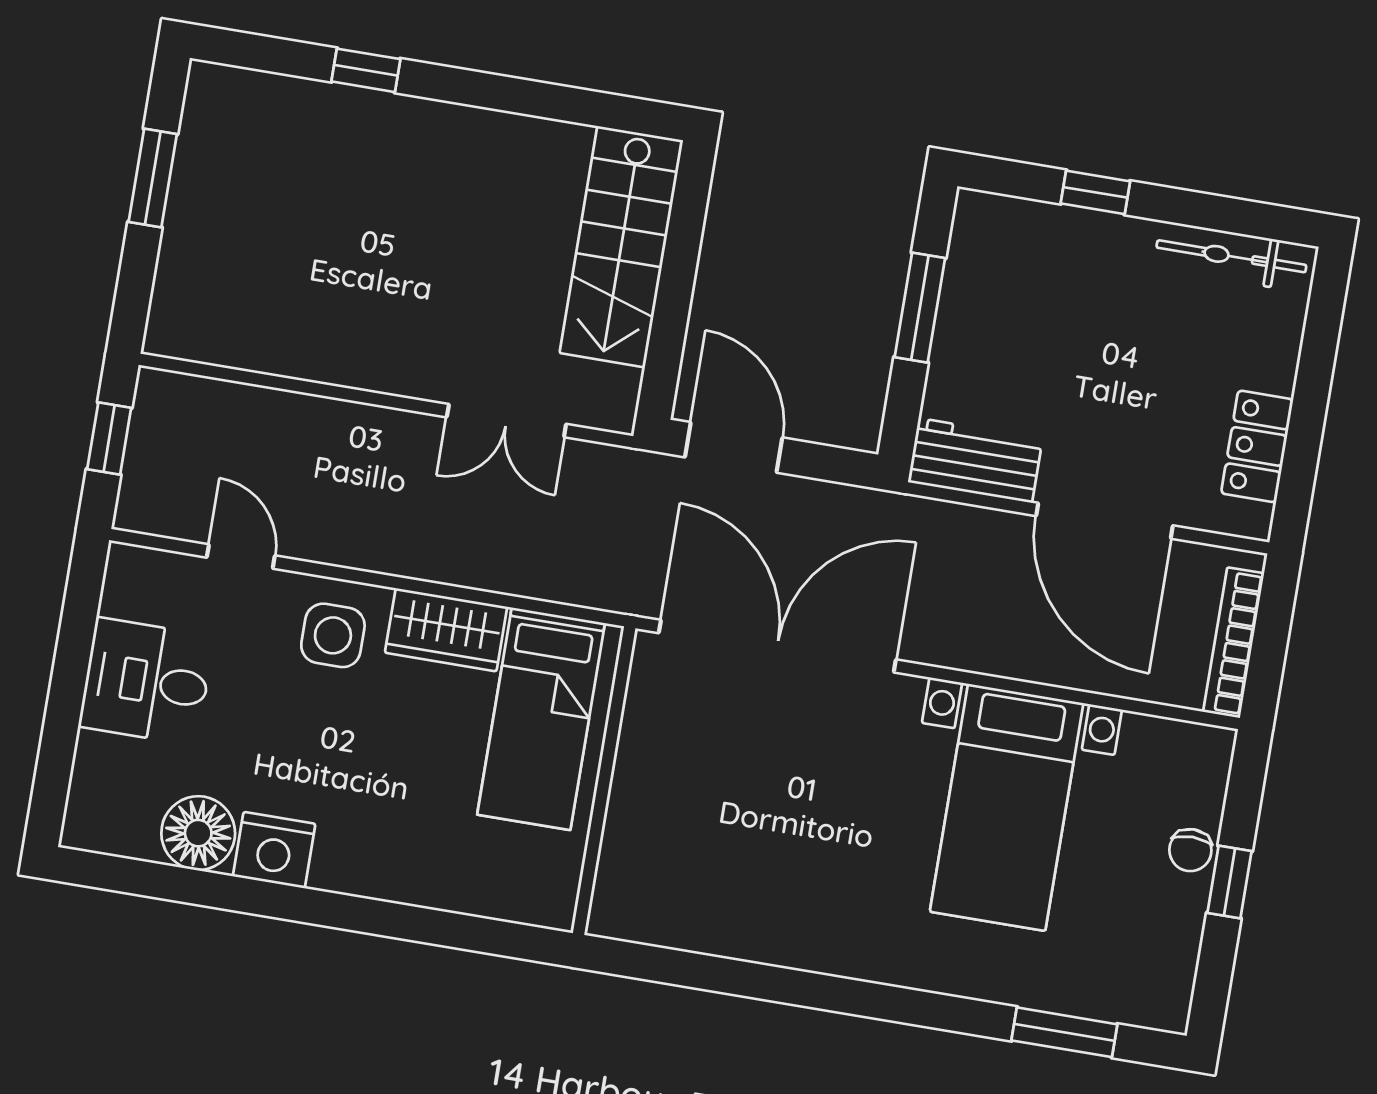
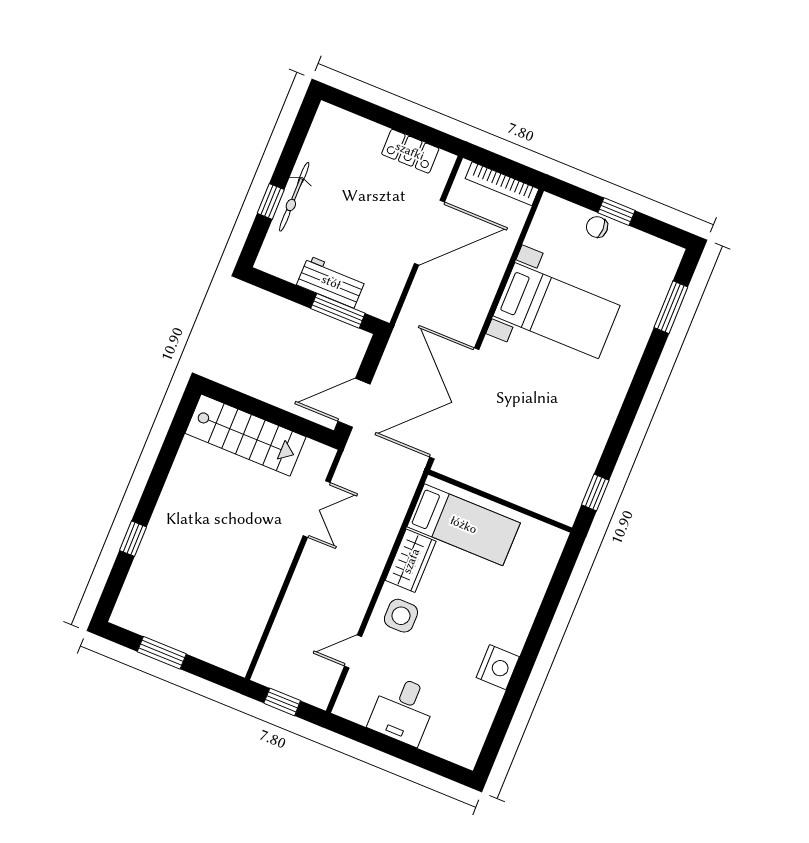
bicycle: (1231, 256) -> (294, 197), moved
window: (920, 308) -> (338, 311), moved
workbench: (975, 460) -> (331, 282), moved, turned 90
floor lamp: (198, 833) -> (481, 702), removed
chair: (1190, 850) -> (597, 227), turned 180
window: (664, 965) -> (595, 492), added

